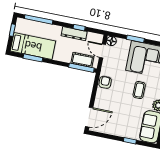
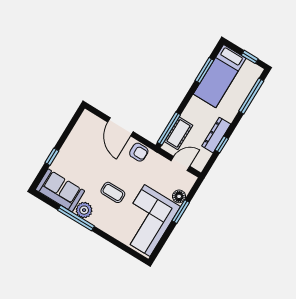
floor lamp: (111, 41) -> (179, 196), moved
door: (89, 117) -> (120, 127), moved

